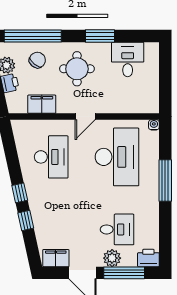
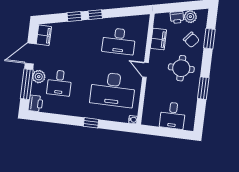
window: (33, 36) -> (209, 39), width x0.47
desk: (128, 59) -> (173, 116), moved, turned 90
window: (165, 180) -> (91, 123), width x0.46

